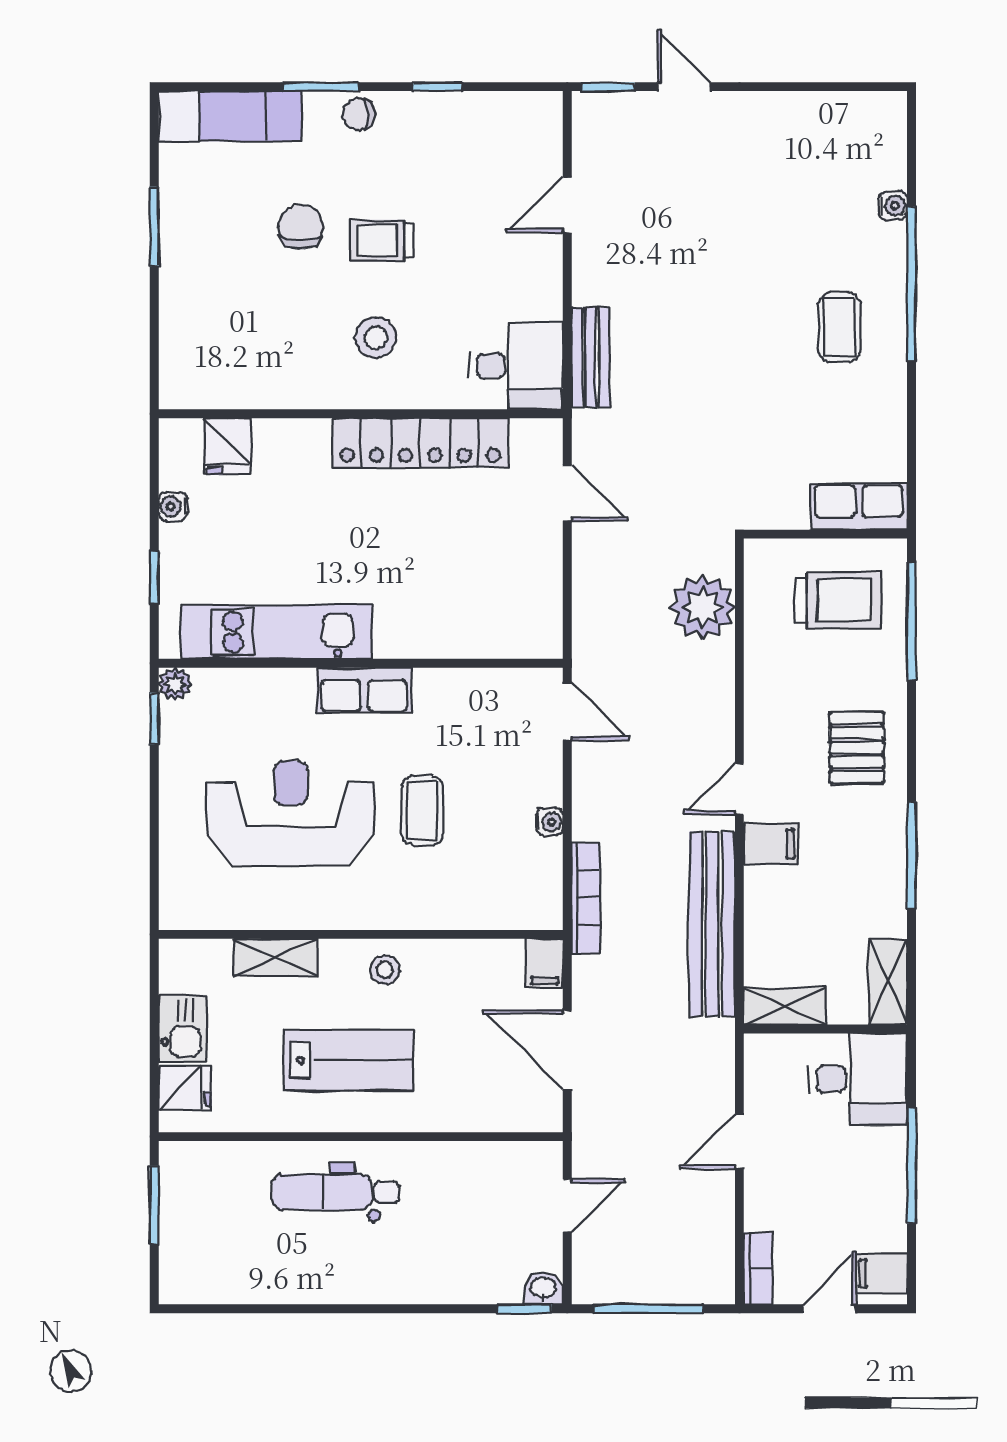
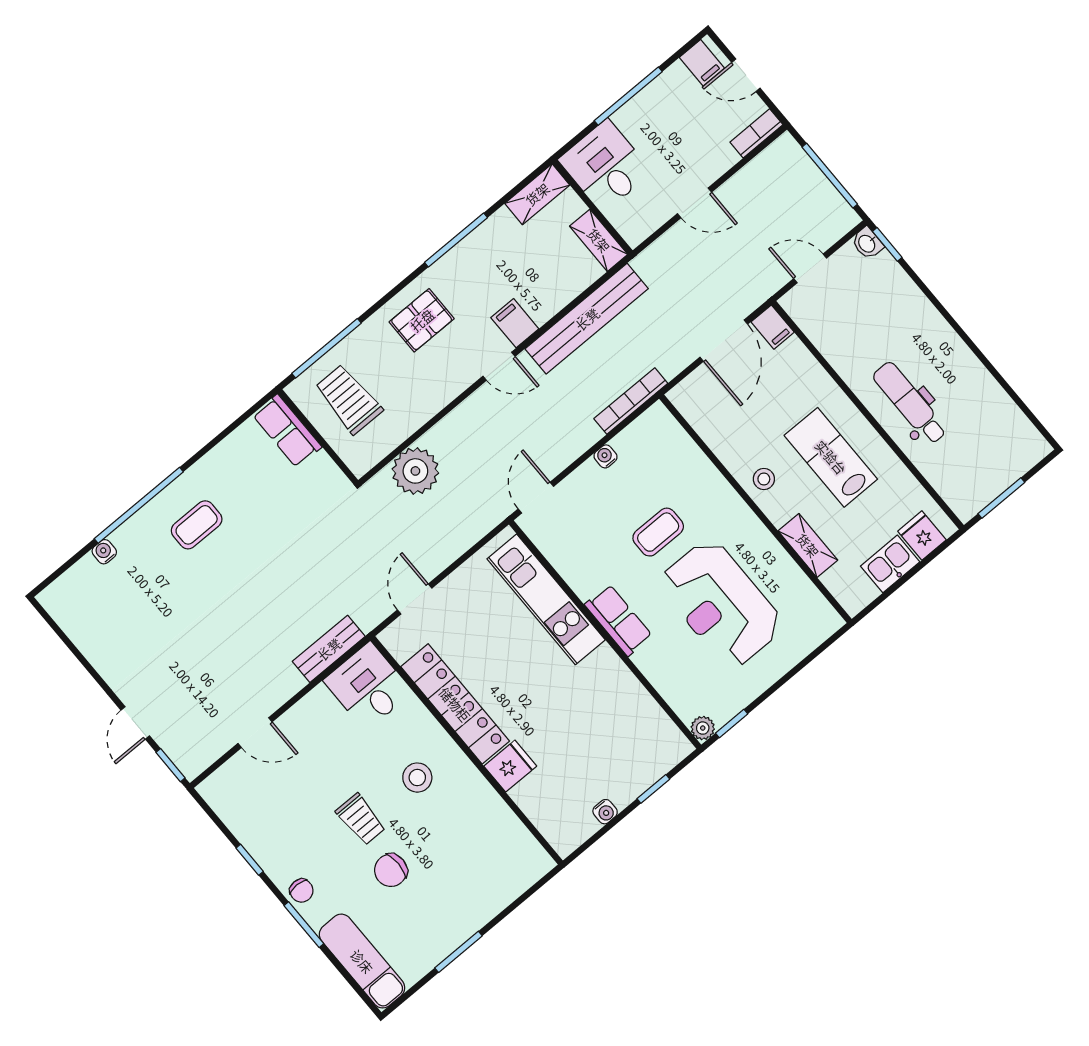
fridge: (227, 446) -> (510, 766), moved
kitchen unit: (277, 632) -> (546, 599), moved
filing cabinet: (544, 963) -> (773, 327), moved, turned 90
dental chair: (336, 1192) -> (910, 403), turned 180

